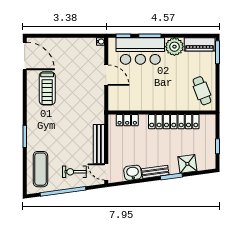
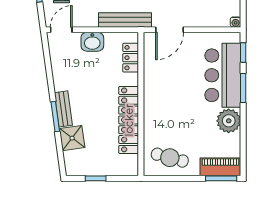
piano: (200, 44) -> (220, 167), moved, turned 90
door: (106, 75) -> (170, 30), moved
cafe table: (202, 91) -> (170, 158), turned 36
bench: (99, 144) -> (125, 20), moved
bench: (155, 172) -> (63, 109), moved
washbasin: (133, 173) -> (92, 42), moved, turned 98

